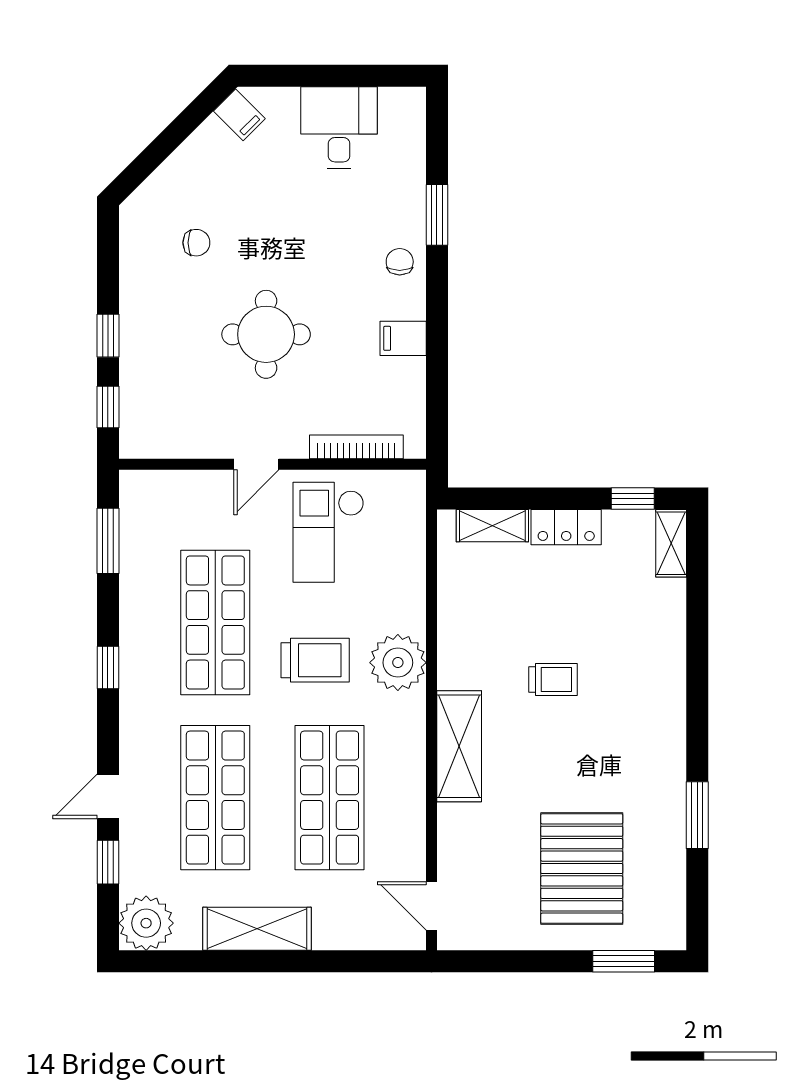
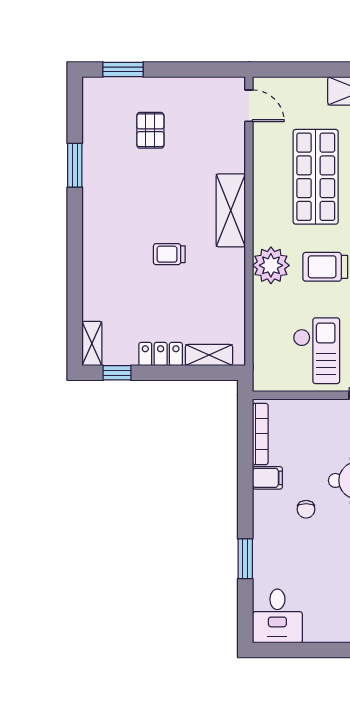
desk: (339, 128) -> (277, 616), moved
chair: (400, 262) -> (306, 509), moved
bookcase: (356, 447) -> (260, 434), moved, turned -90
pallet: (582, 869) -> (150, 130), width x0.49, depth x0.50

